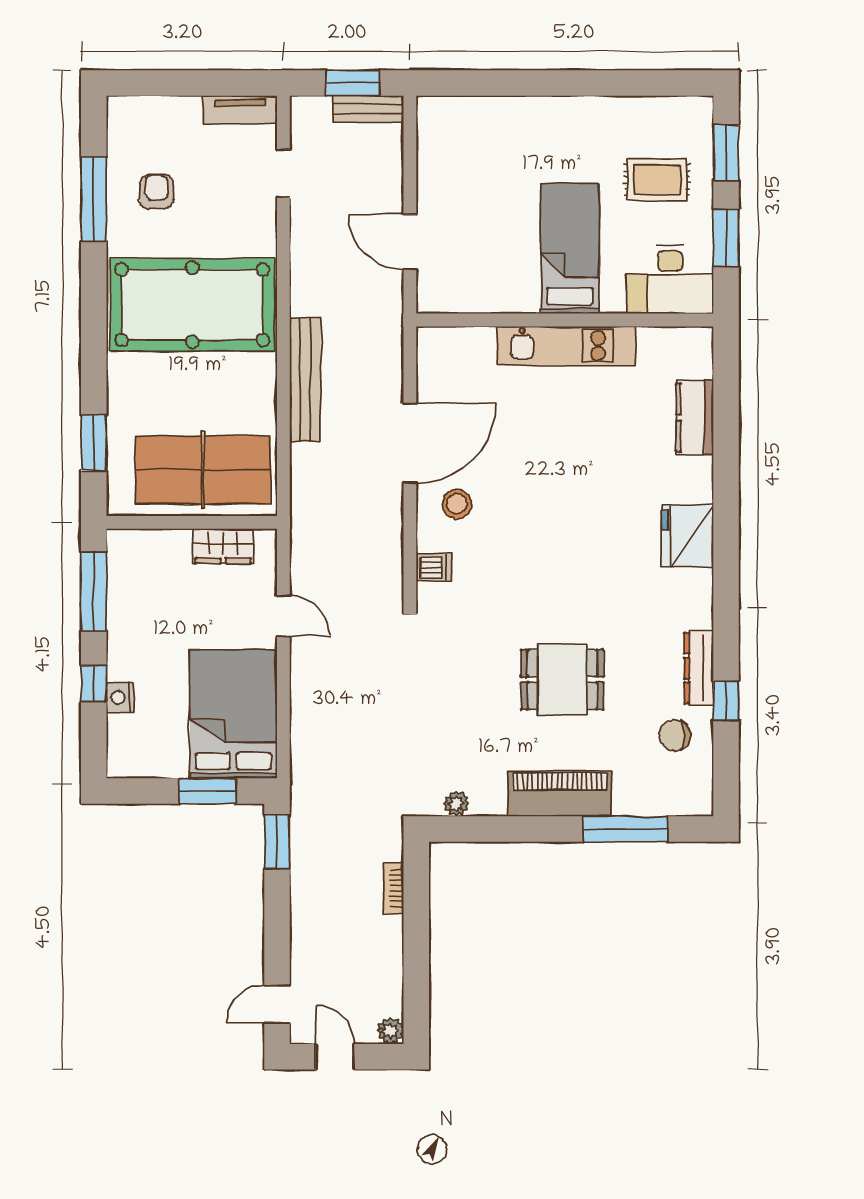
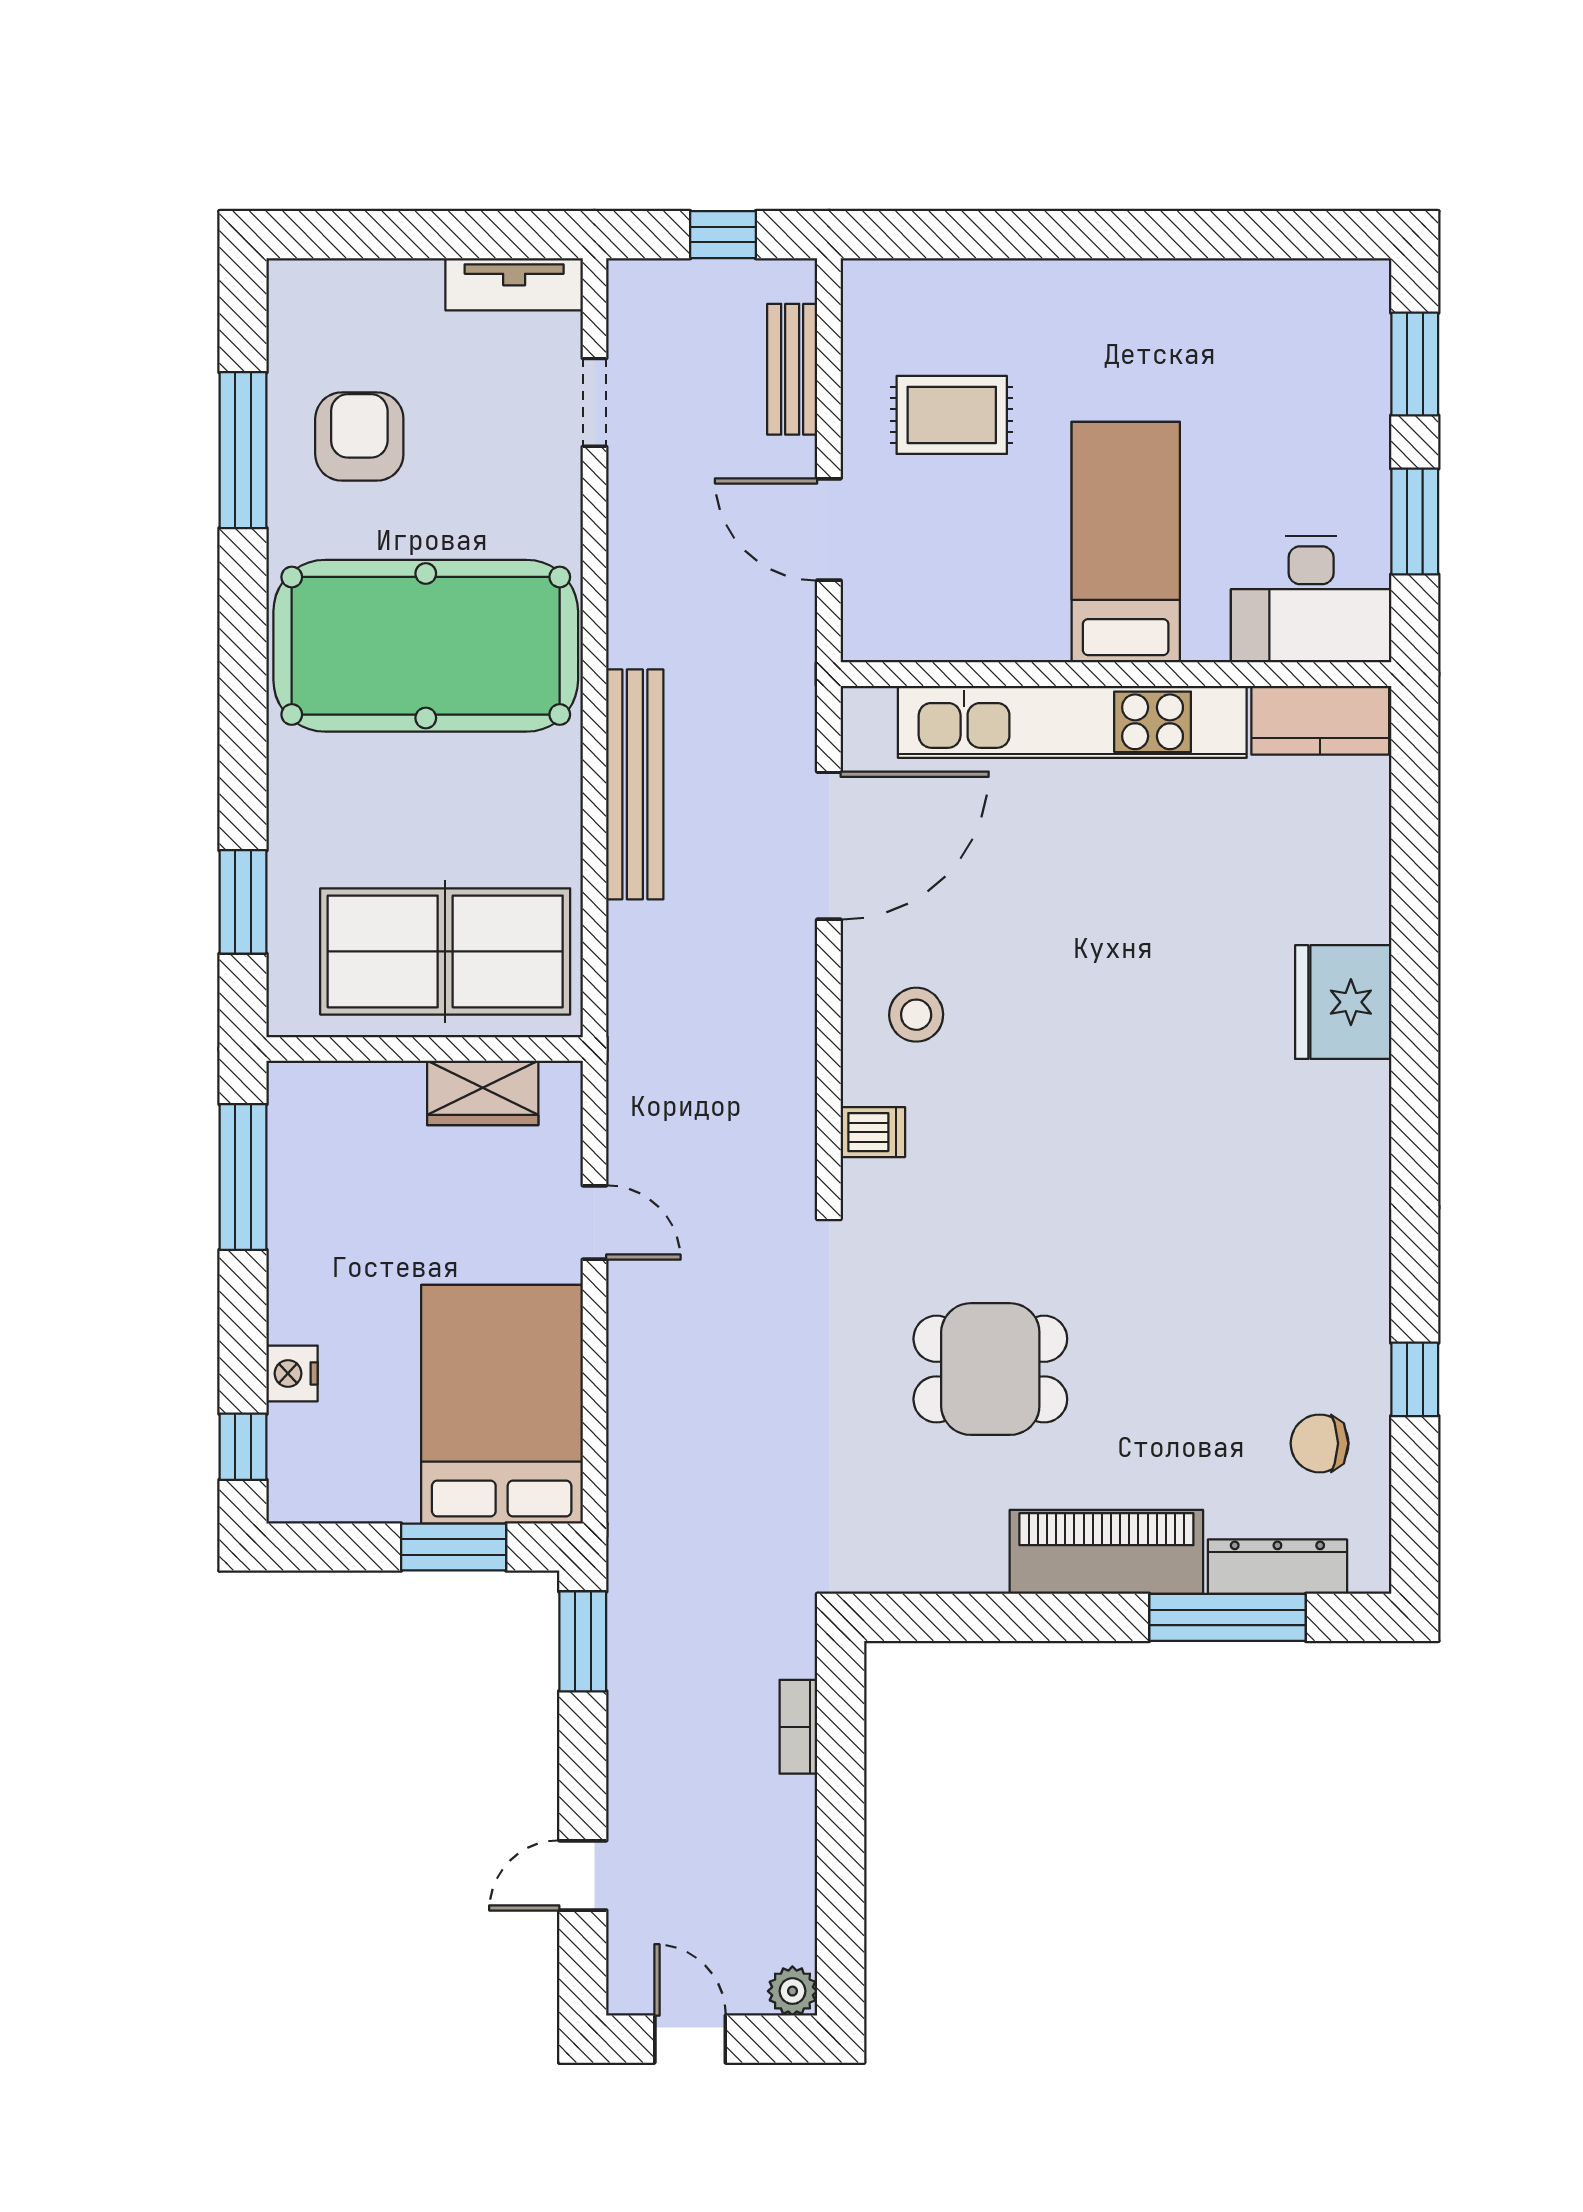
window: (353, 83) -> (723, 235), width x0.67
bench: (368, 109) -> (792, 369), moved, turned 90
rug: (657, 180) -> (952, 415), moved
armchair: (156, 192) -> (359, 436), width x1.38, depth x1.38
kitchen unit: (566, 346) -> (1072, 722), width x1.36
kitchen counter: (695, 418) -> (1320, 720), moved, turned -90
door: (410, 443) -> (829, 846), moved
fridge: (687, 536) -> (1343, 1002), moved
dresser: (699, 668) -> (1277, 1567), moved, turned 90
dining table: (562, 680) -> (990, 1369), moved
window: (94, 684) -> (243, 1447), moved
plant: (456, 804) -> (915, 1570), removed
door: (277, 1004) -> (583, 1875), moved

